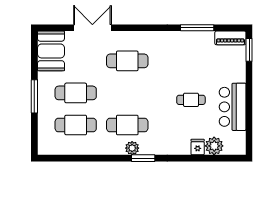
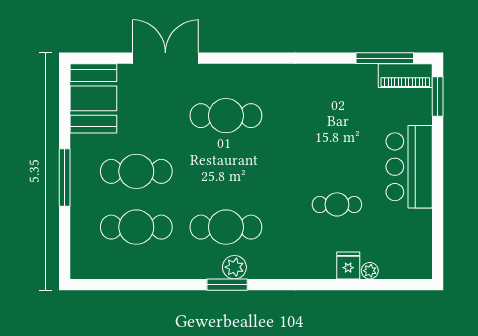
window: (197, 28) -> (385, 58), moved
cafe table: (191, 100) -> (337, 204), moved
bar counter: (233, 107) -> (409, 167), moved
plant: (214, 146) -> (370, 271), width x0.53, depth x0.53
window: (143, 158) -> (227, 285), moved

